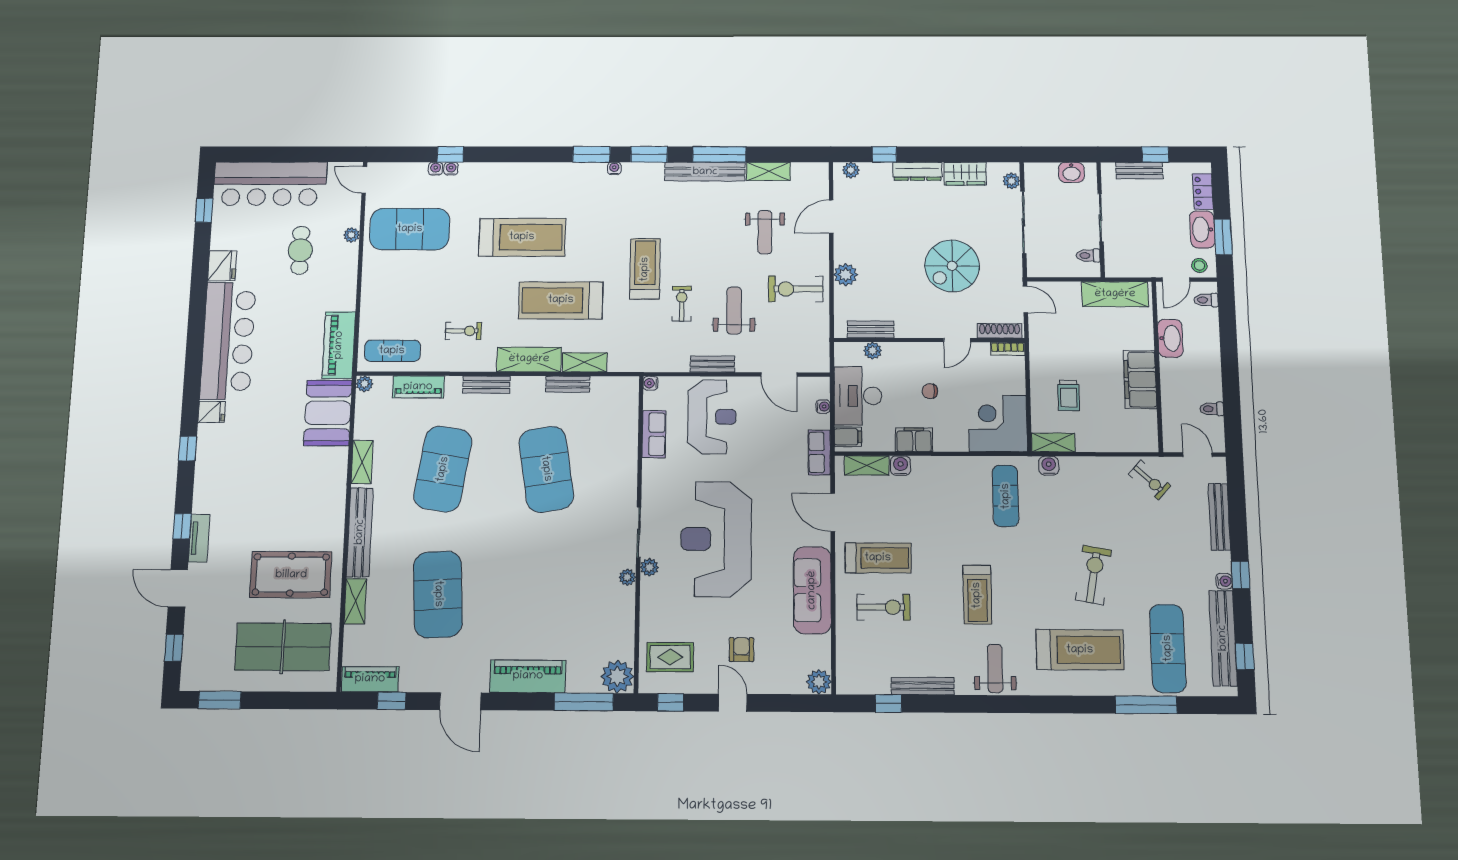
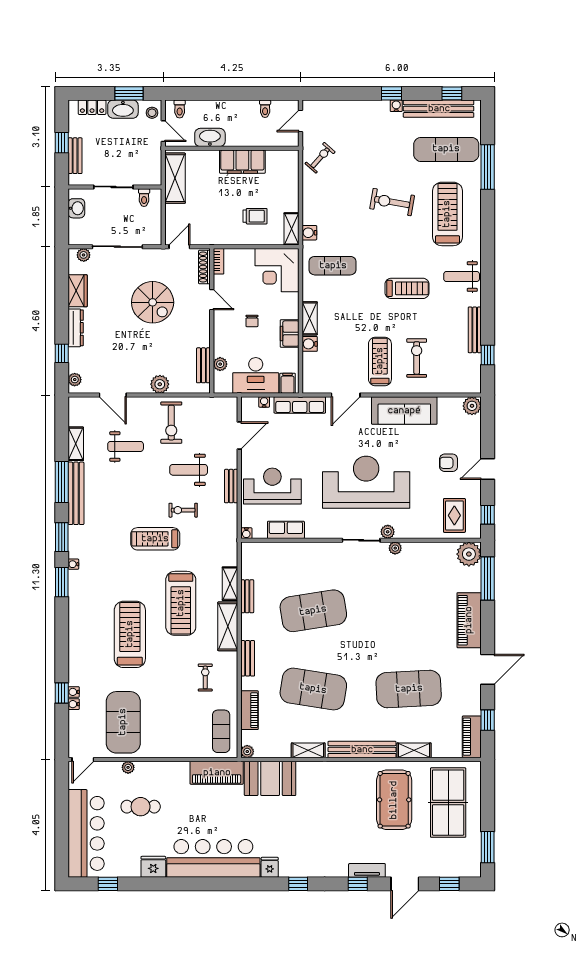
row of seats: (819, 452) -> (300, 405), width x1.48
shelving: (867, 465) -> (310, 318), moved
bench: (1219, 517) -> (348, 107), removed
reception desk: (716, 539) -> (366, 482), turned 180

